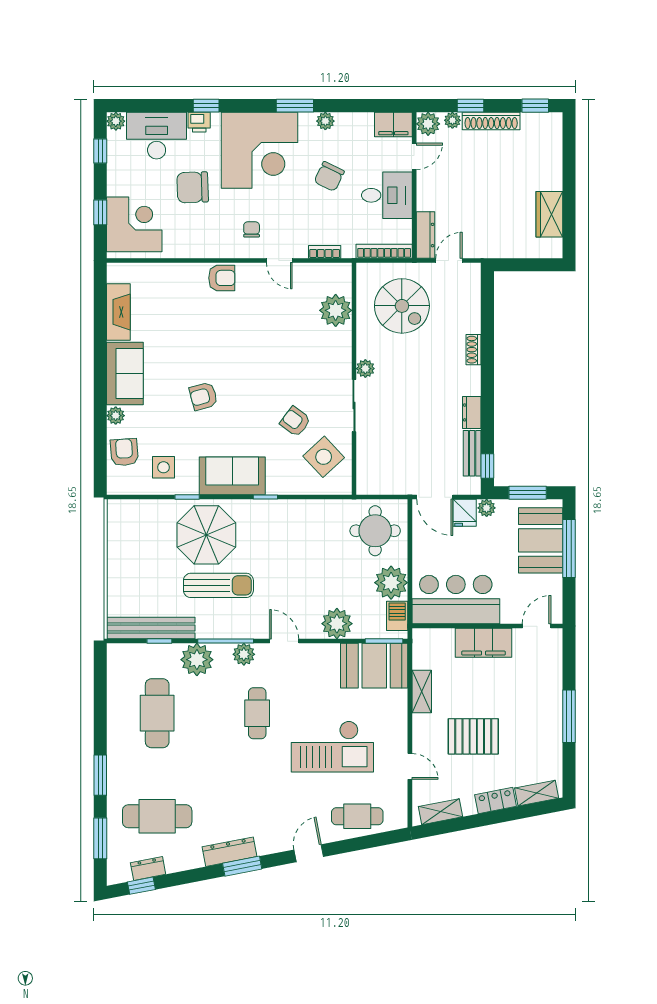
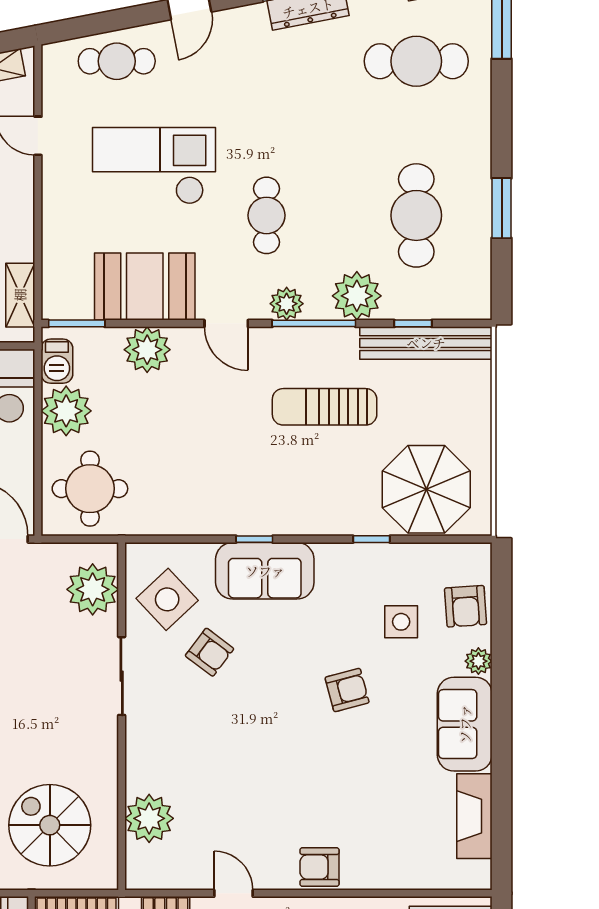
plant: (365, 369) -> (93, 589), moved, width x1.88, depth x1.88
side table: (163, 467) -> (401, 622), moved
sofa: (232, 476) -> (265, 571), moved
parasol: (206, 535) -> (426, 489), moved
booth: (374, 666) -> (145, 287), moved
shelving: (422, 692) -> (20, 295), moved
window: (100, 775) -> (502, 208), moved

